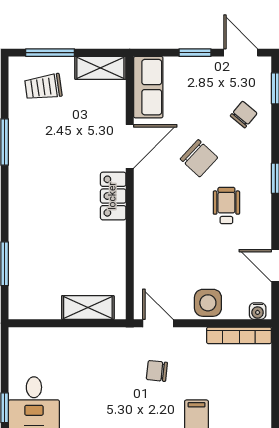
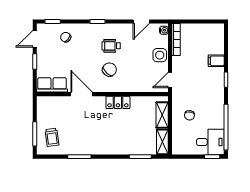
shelving: (100, 68) -> (162, 142), moved
chair: (199, 158) -> (109, 70), moved
locker: (113, 196) -> (118, 102), moved
chair: (157, 371) -> (189, 115), moved

